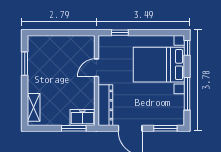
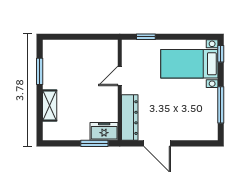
bed with nightstands: (159, 65) -> (189, 64), width x0.73
shelving: (34, 107) -> (50, 105), moved
window: (165, 128) -> (197, 143), removed

